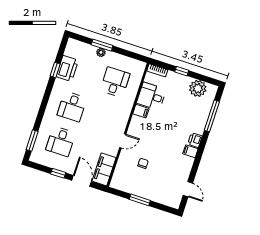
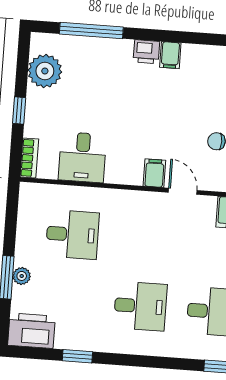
printer: (67, 68) -> (32, 331), moved
desk: (115, 82) -> (72, 235), turned 180
filing cabinet: (141, 111) -> (154, 173), moved

